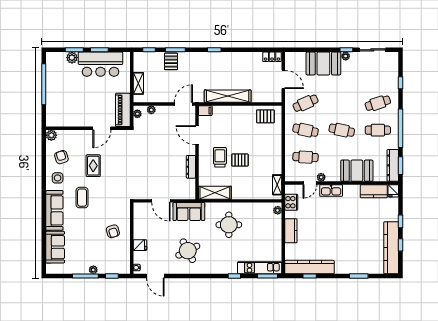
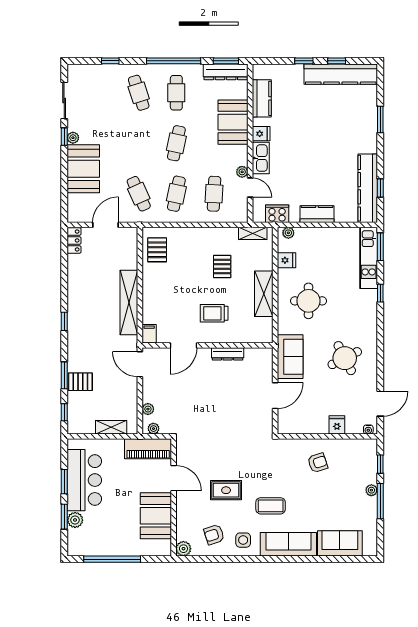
booth: (75, 116) -> (156, 516), added
pallet: (240, 160) -> (222, 266), moved
fridge: (393, 191) -> (261, 134), moved
shelving: (215, 193) -> (264, 294), moved
fridge: (258, 209) -> (286, 260), added

